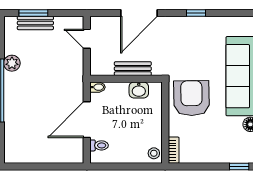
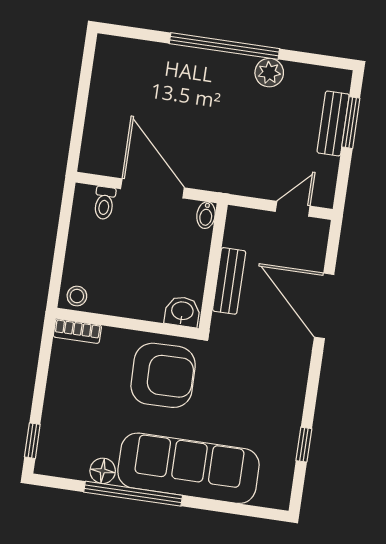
window: (196, 13) -> (304, 445), moved
washbasin: (139, 90) -> (182, 312), moved, turned 90

